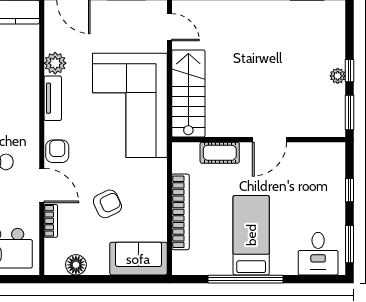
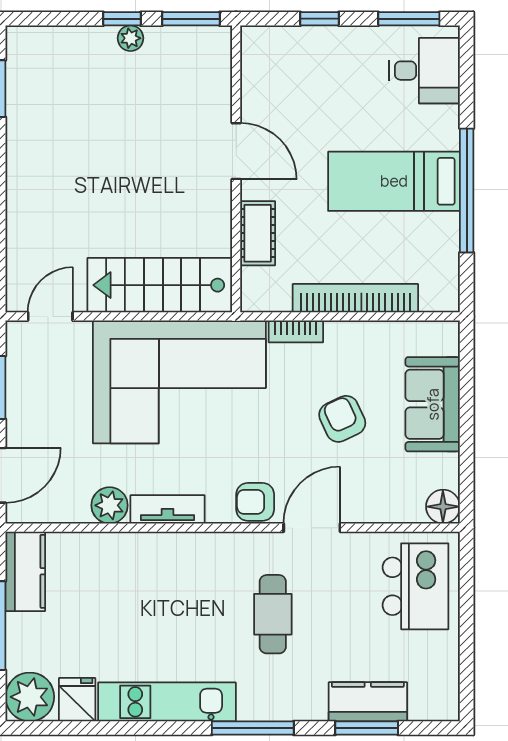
bookcase: (51, 221) -> (296, 331), moved, turned 180
sofa: (138, 259) -> (433, 404), moved
floor lamp: (76, 265) -> (443, 507), moved

